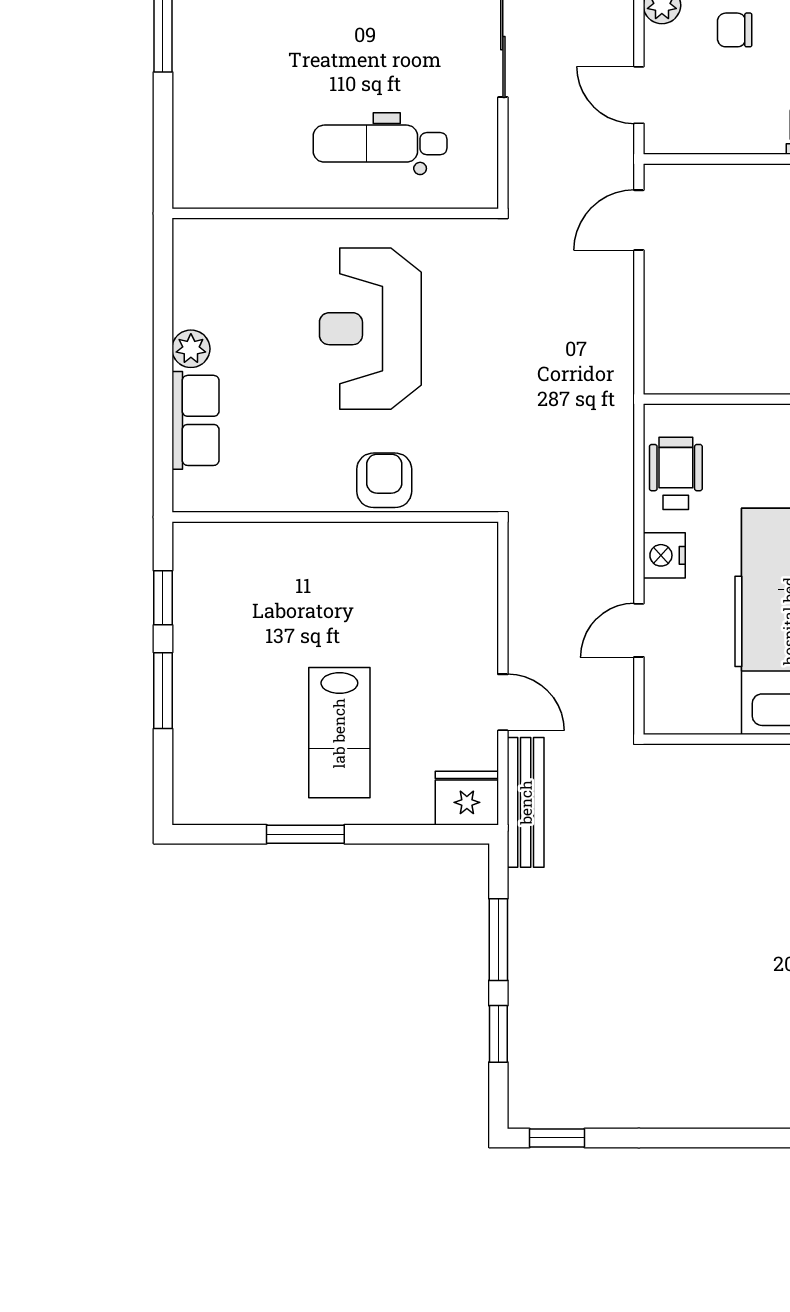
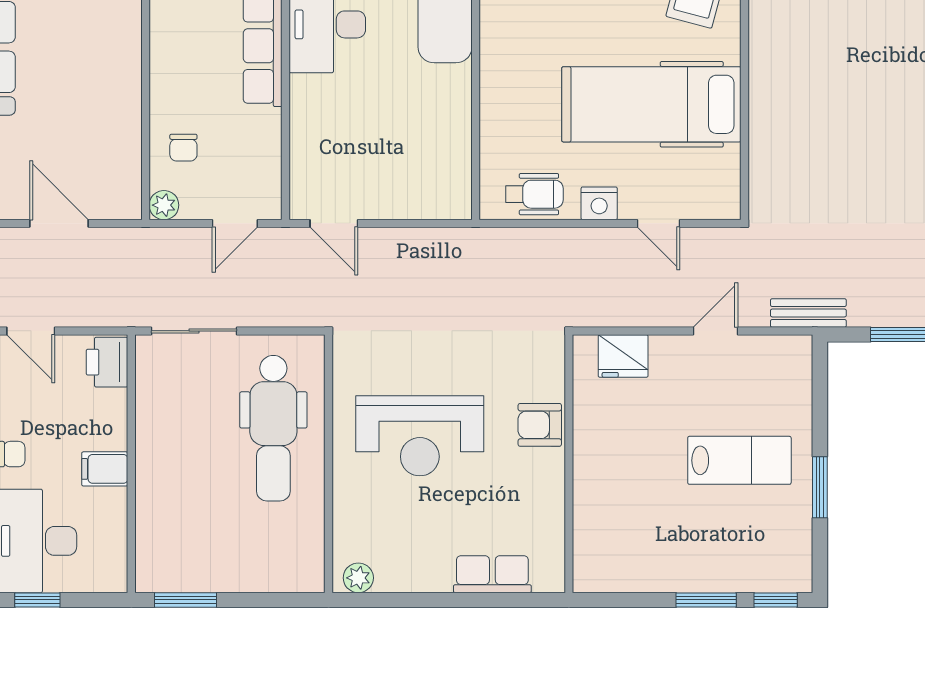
dental chair: (380, 144) -> (273, 428), width x1.36, depth x1.38
plant: (191, 349) -> (358, 578), moved
wheelchair: (676, 473) -> (534, 194), turned 180
window: (163, 598) -> (776, 600), moved
fridge: (467, 798) -> (623, 356), moved, turned -90
bench: (526, 802) -> (808, 313), width x0.73

